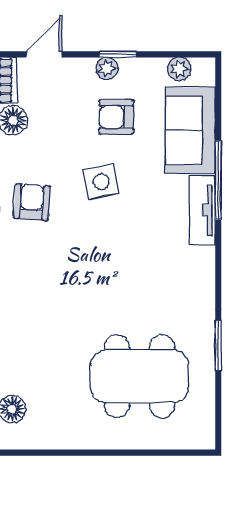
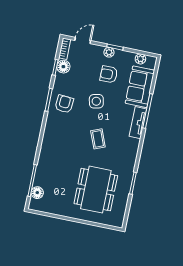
coffee table: (122, 264) -> (98, 139), added
dining table: (140, 376) -> (96, 190), turned 90

